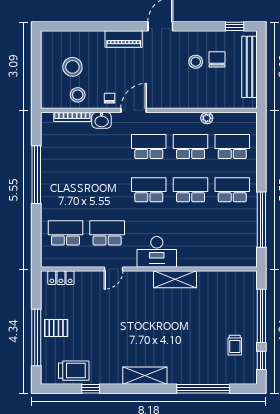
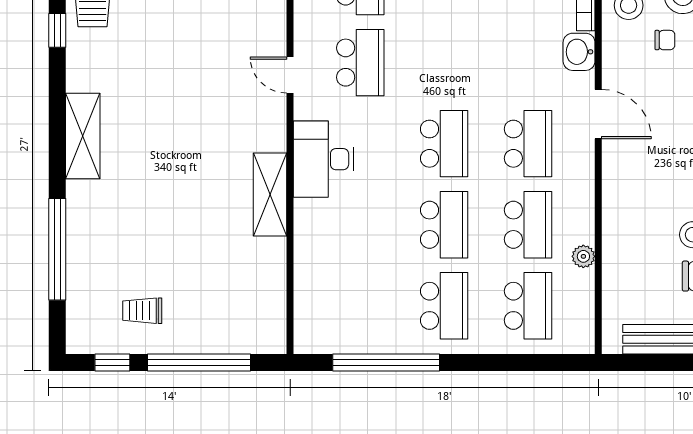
chair: (109, 98) -> (665, 40), moved

